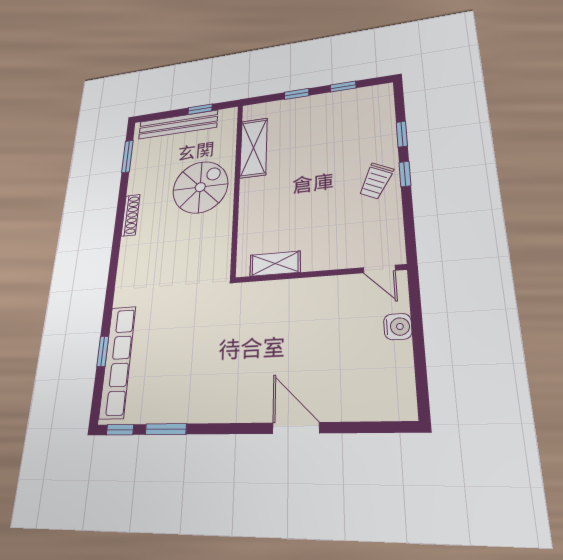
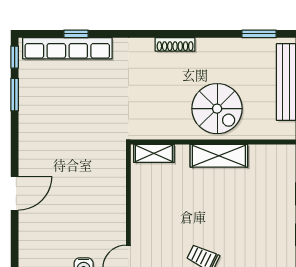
shelving: (254, 148) -> (219, 156), moved
shoe rack: (131, 215) -> (175, 44), moved
shelving: (275, 264) -> (154, 153), moved, turned 90

